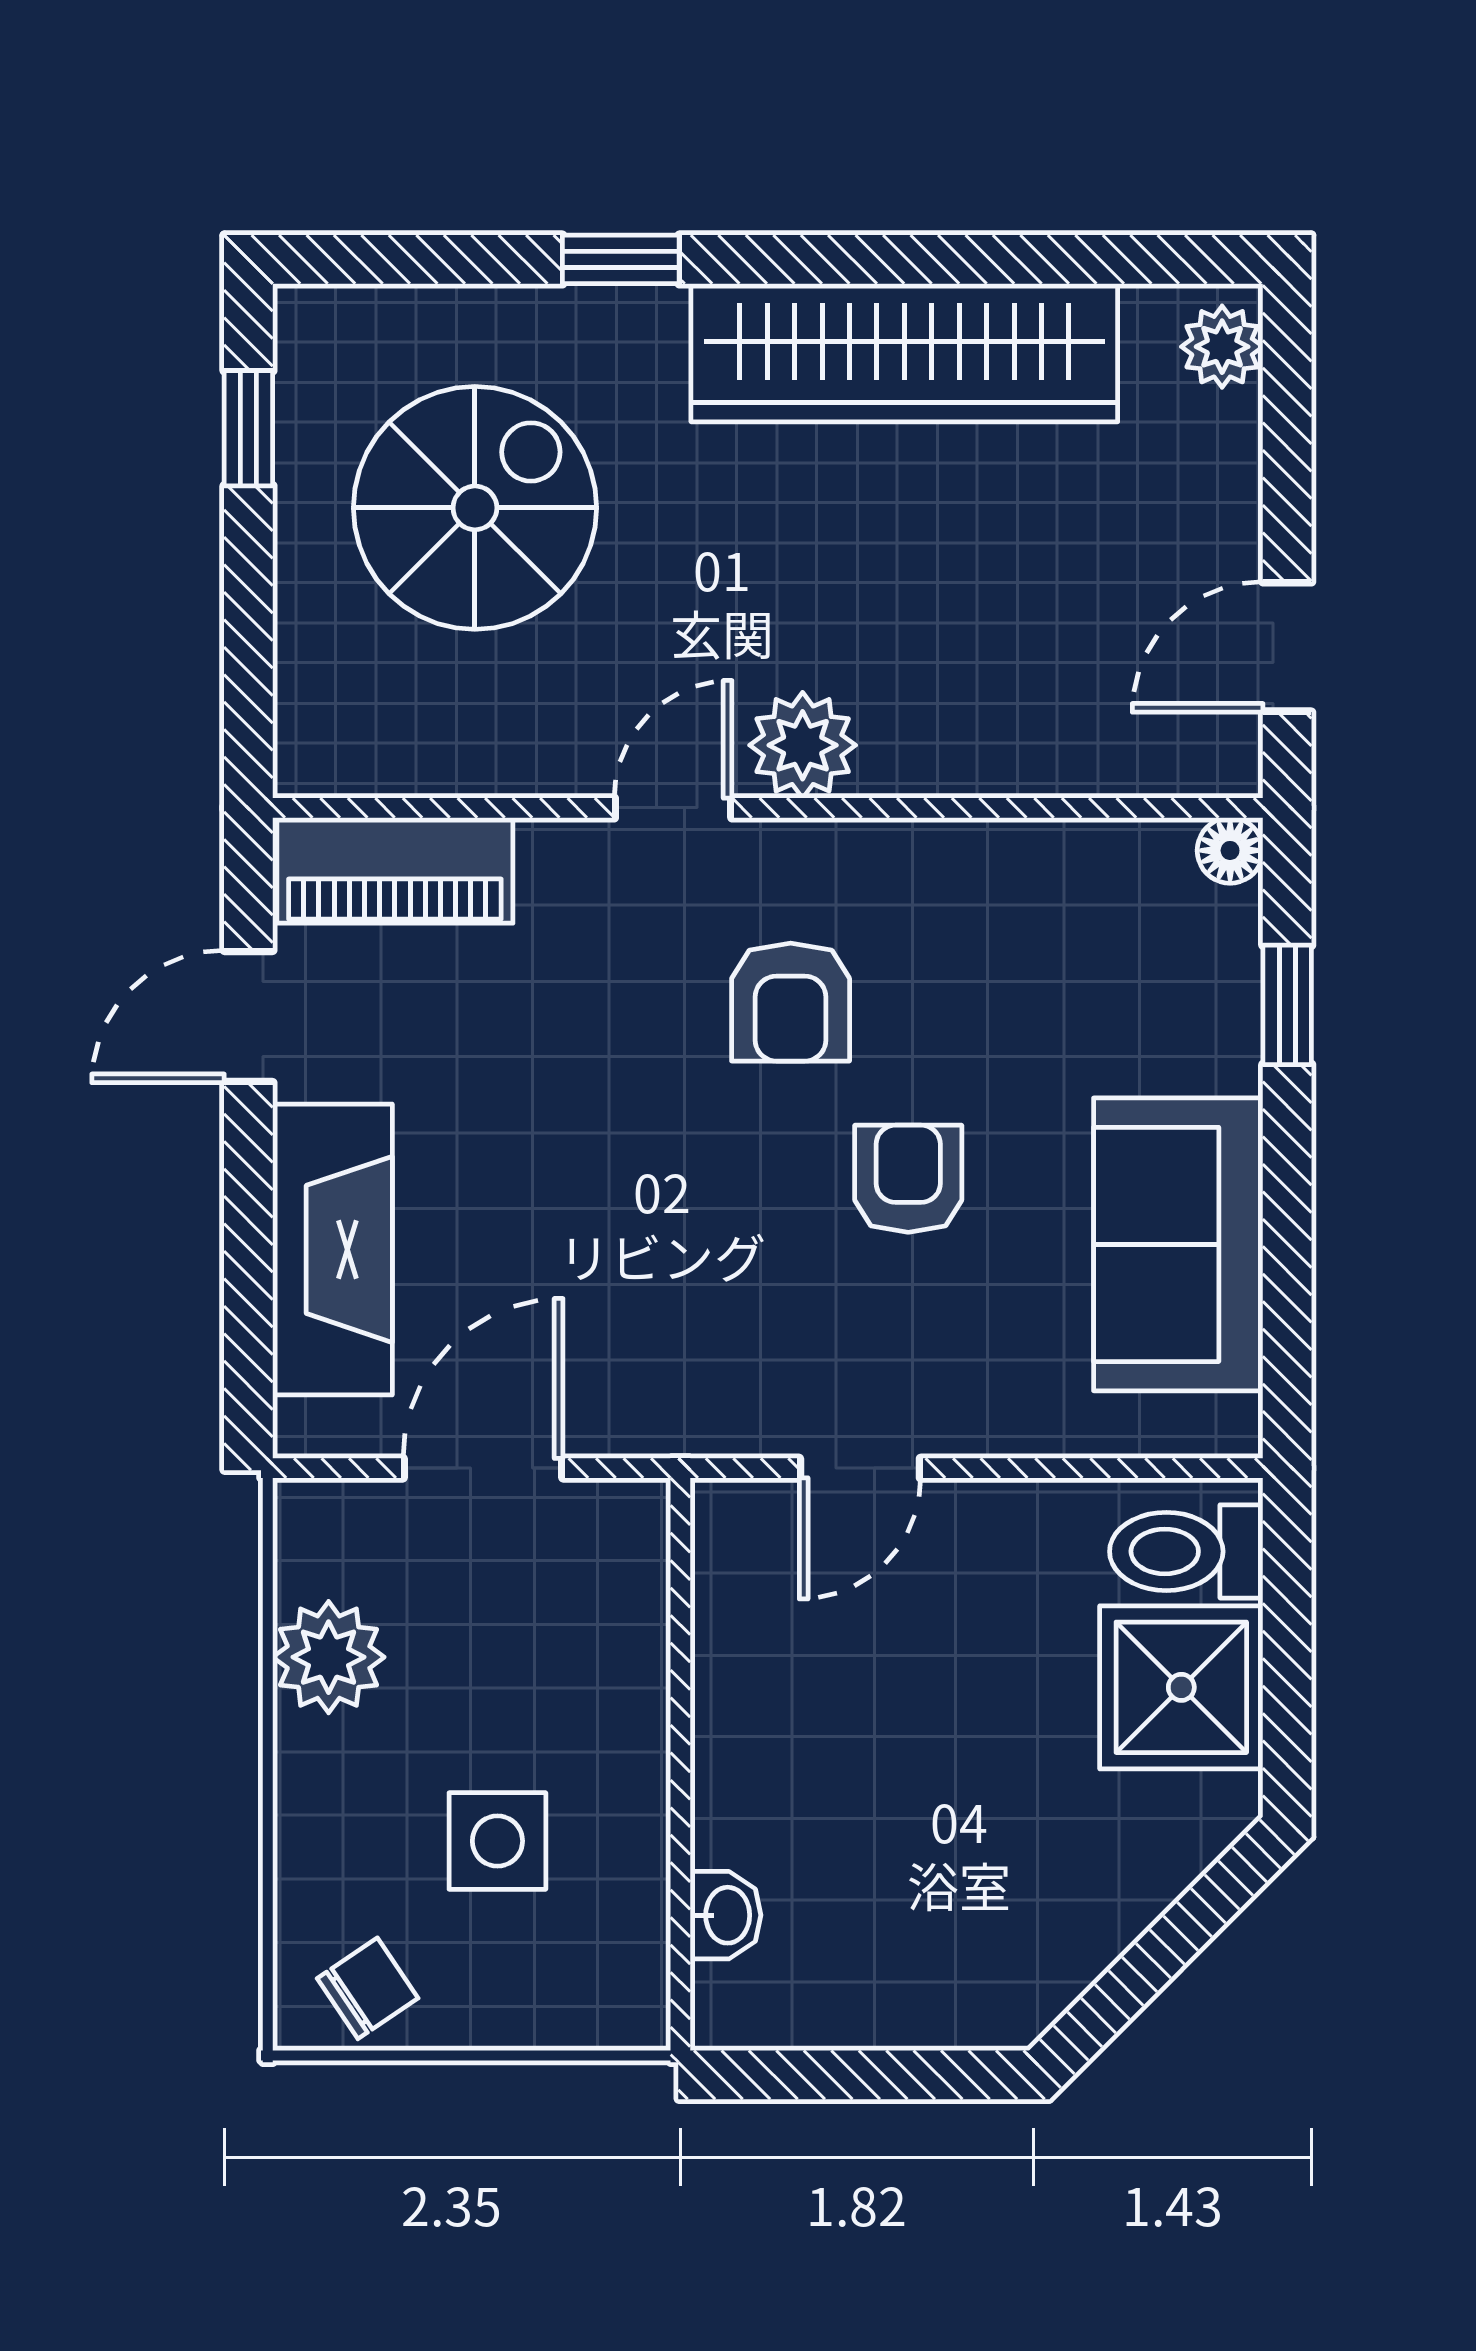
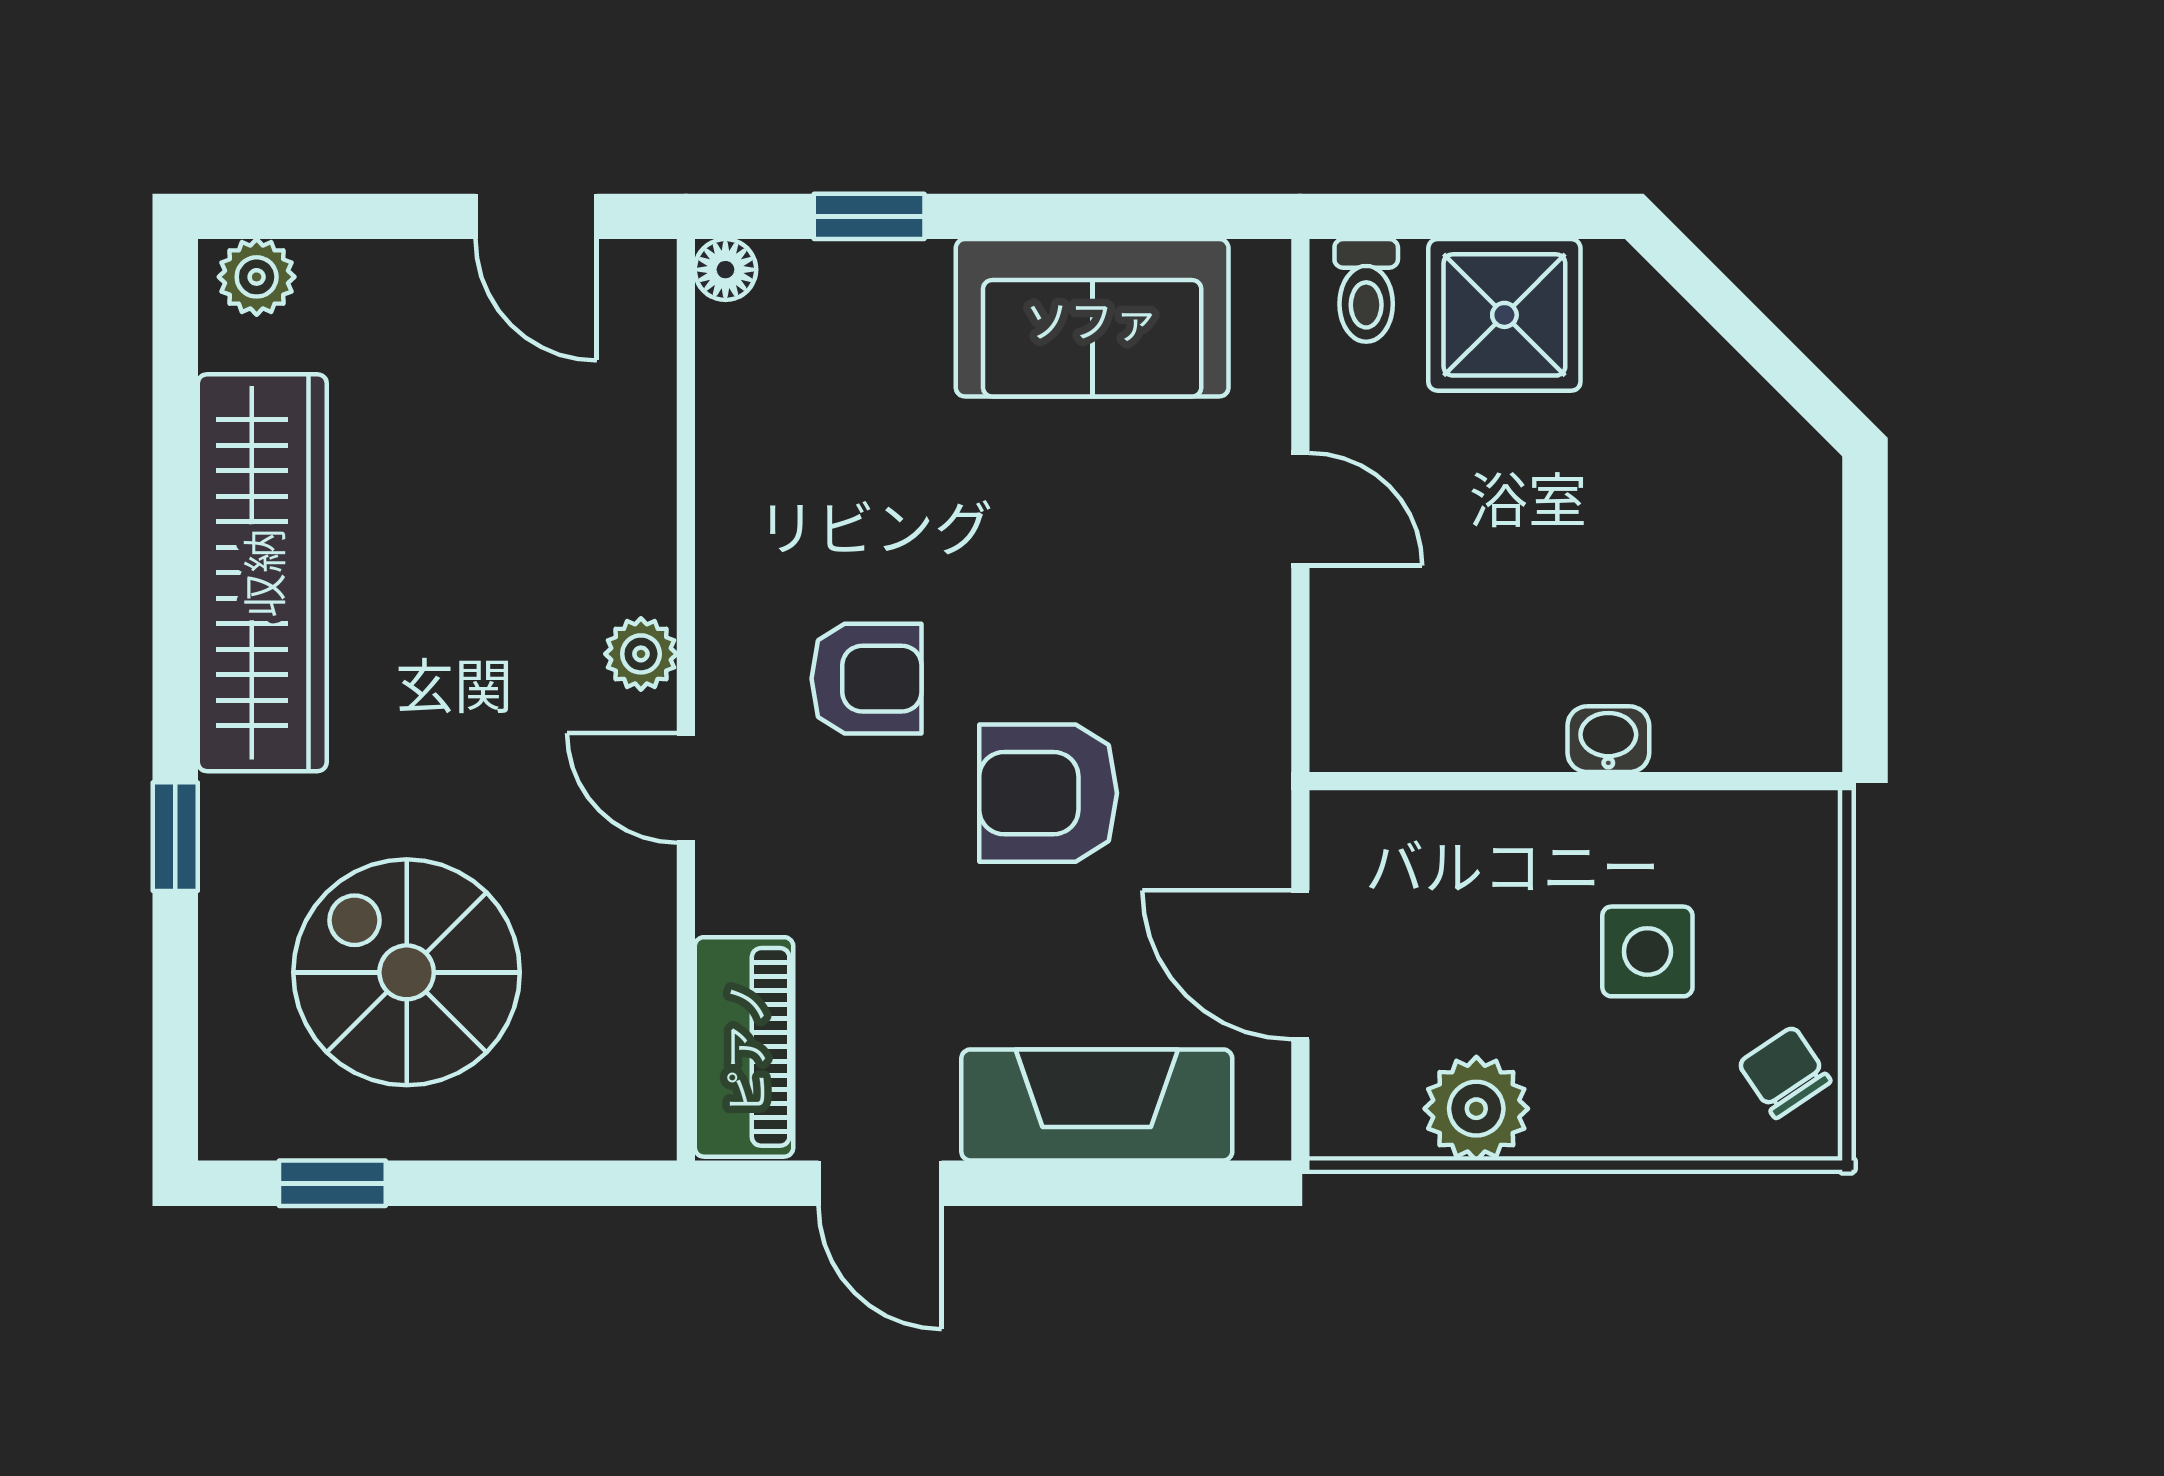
plant: (803, 745) -> (641, 654), width x0.73, depth x0.73
armchair: (908, 1179) -> (1048, 793), moved, width x1.38, depth x1.38
door: (860, 1468) -> (1300, 509), moved
toilet: (1186, 1551) -> (1366, 290), width x0.73, depth x0.72
washbasin: (726, 1915) -> (1608, 739), moved

